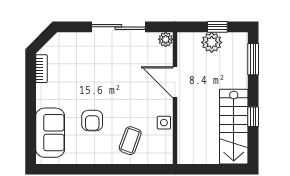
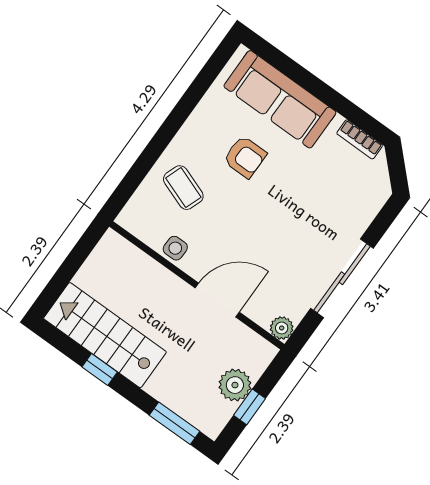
armchair: (92, 121) -> (245, 157), turned 180
sofa: (50, 133) -> (280, 99), width x1.36

